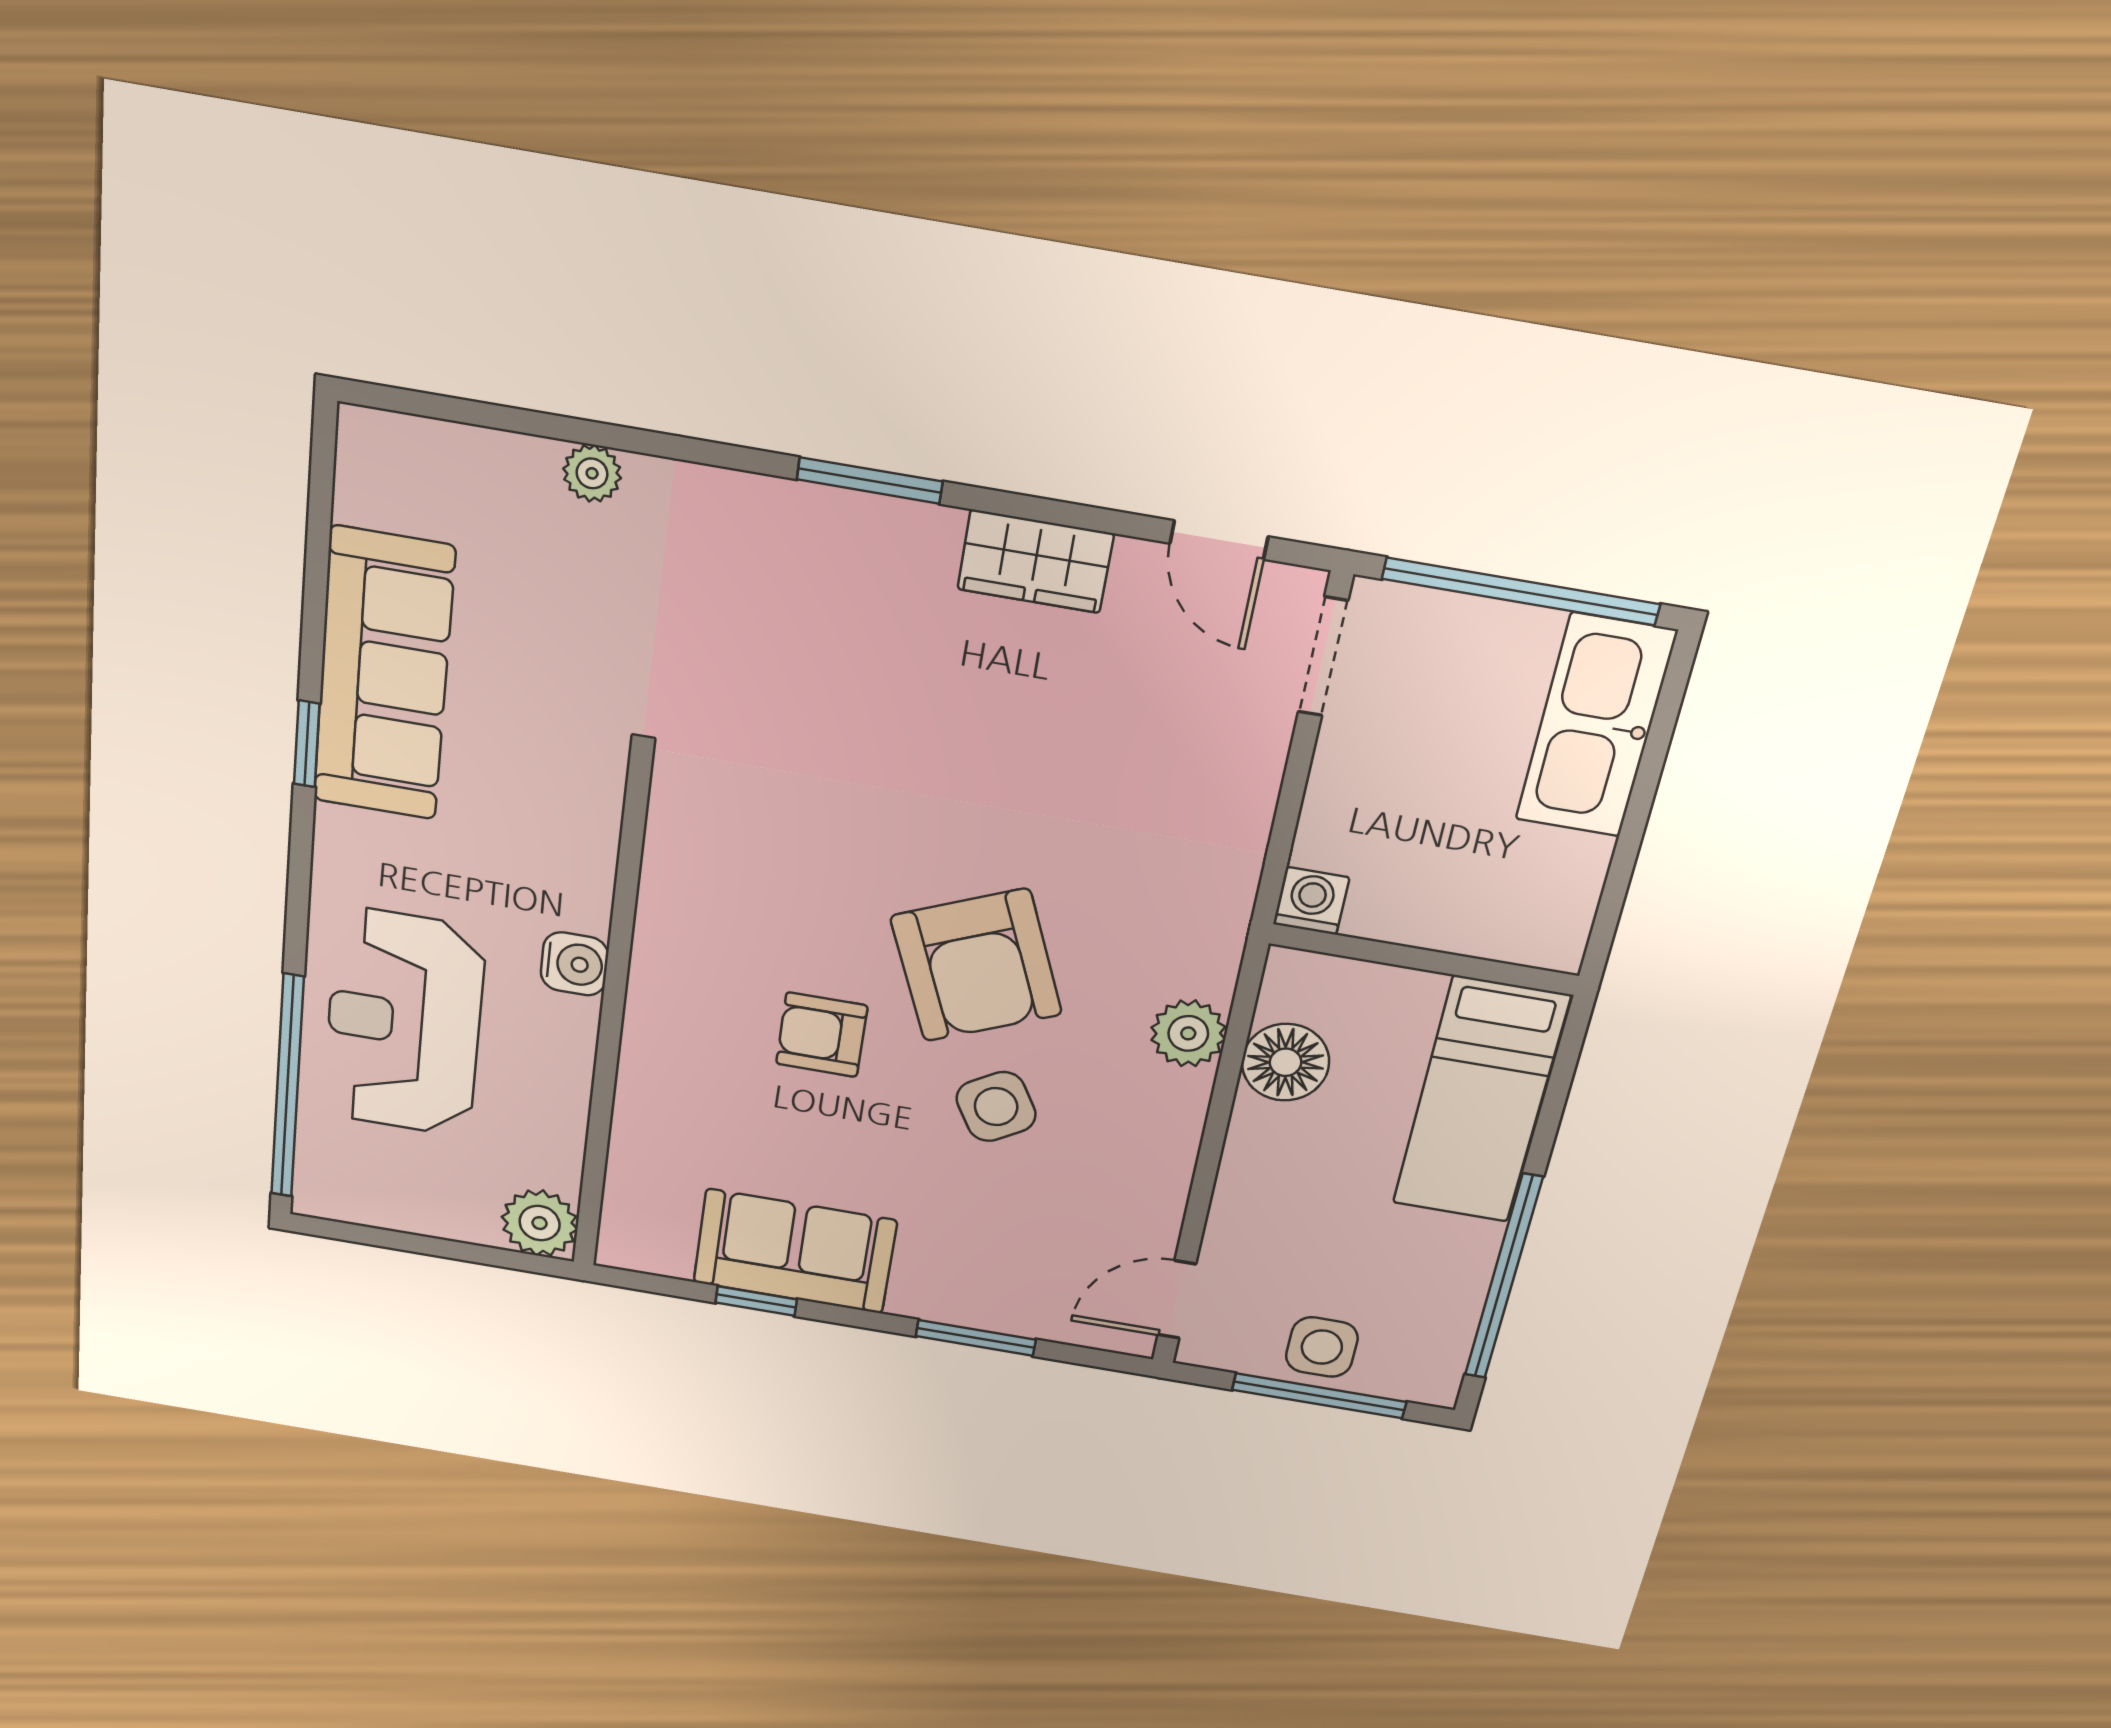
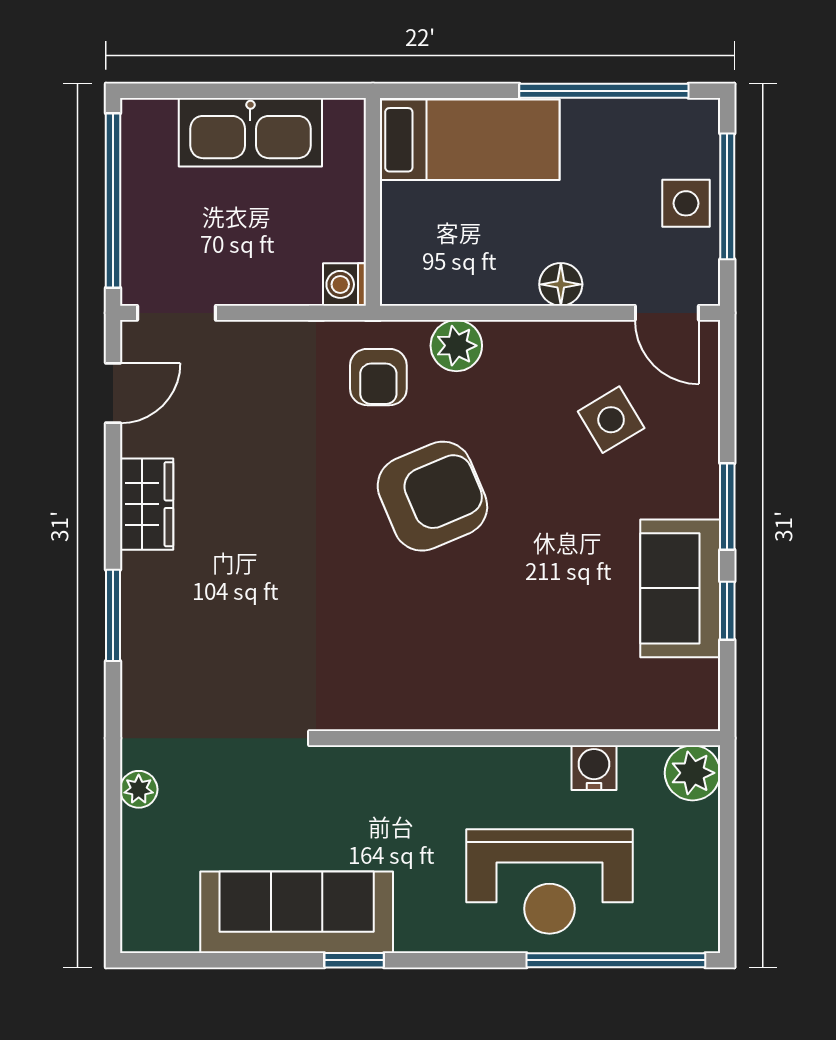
kitchen sink: (1596, 726) -> (250, 132), moved
water cooler: (574, 964) -> (594, 768), moved
armchair: (822, 1035) -> (378, 377), moved
floor lamp: (1286, 1062) -> (561, 284), moved, width x0.73, depth x0.73
side table: (996, 1107) -> (611, 420), moved
window: (976, 1338) -> (727, 506), moved

